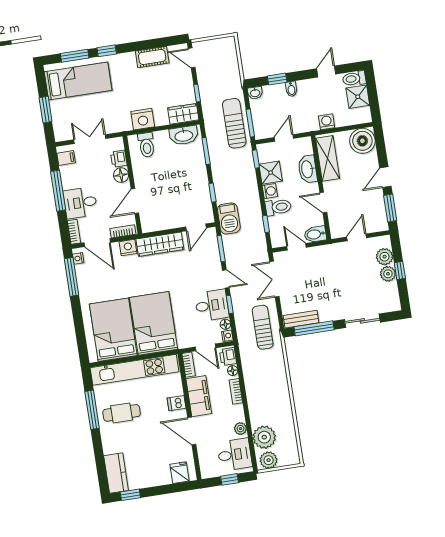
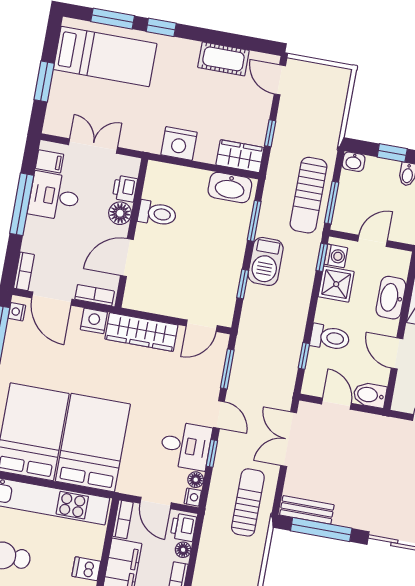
sun lounger: (234, 123) -> (308, 195), turned 180
toilet: (146, 145) -> (157, 214), moved, turned -90
washing machine: (270, 191) -> (336, 256), moved
desk: (80, 203) -> (54, 196), moved
barbecue: (229, 218) -> (266, 261), moved

